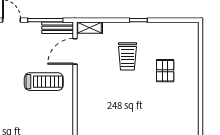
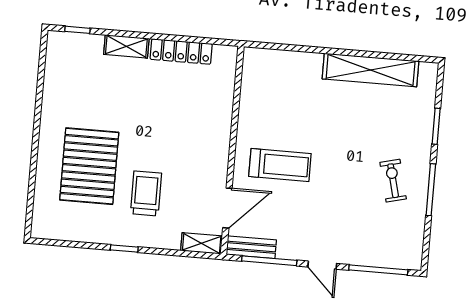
pallet: (165, 71) -> (89, 166), width x2.05, depth x2.00
treadmill: (44, 82) -> (280, 165), turned 180

